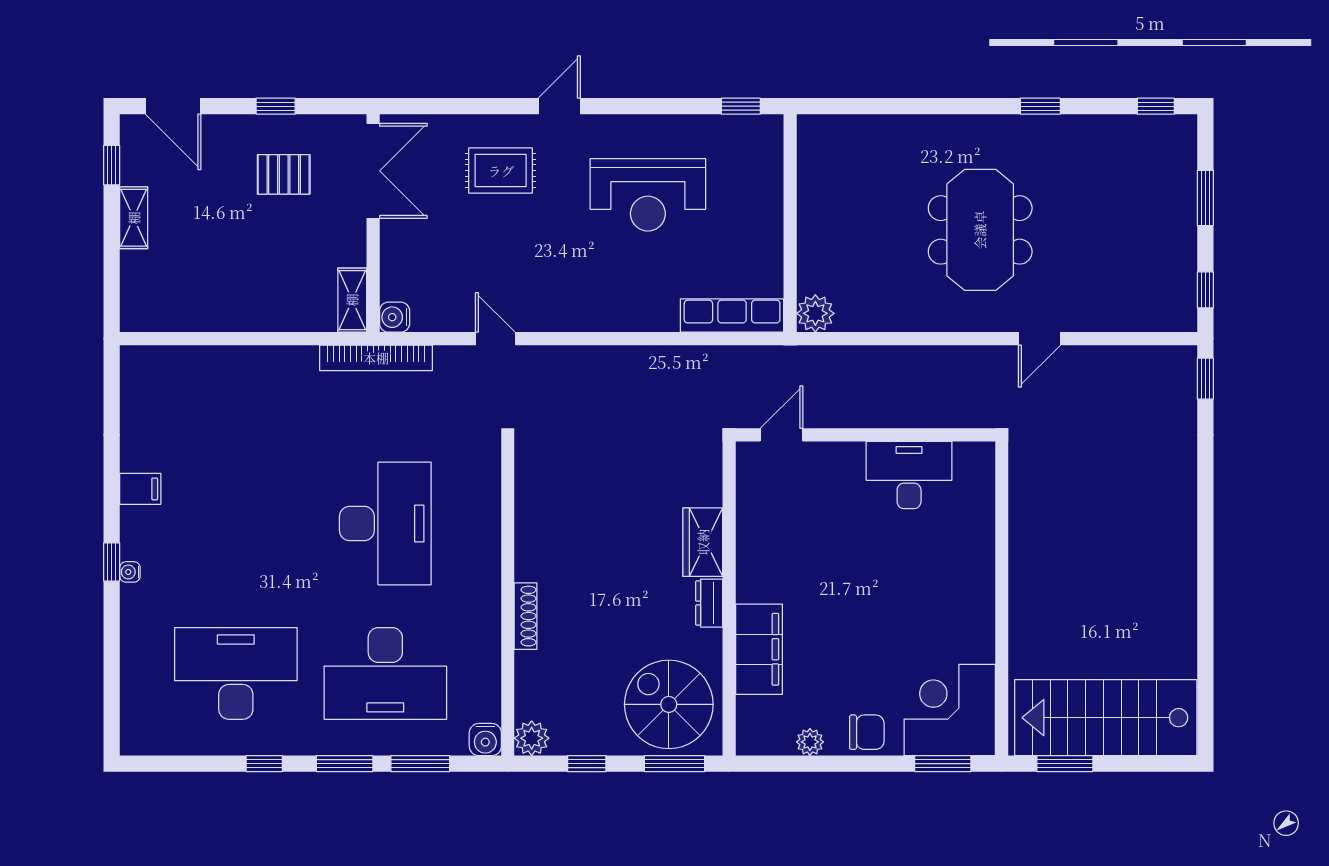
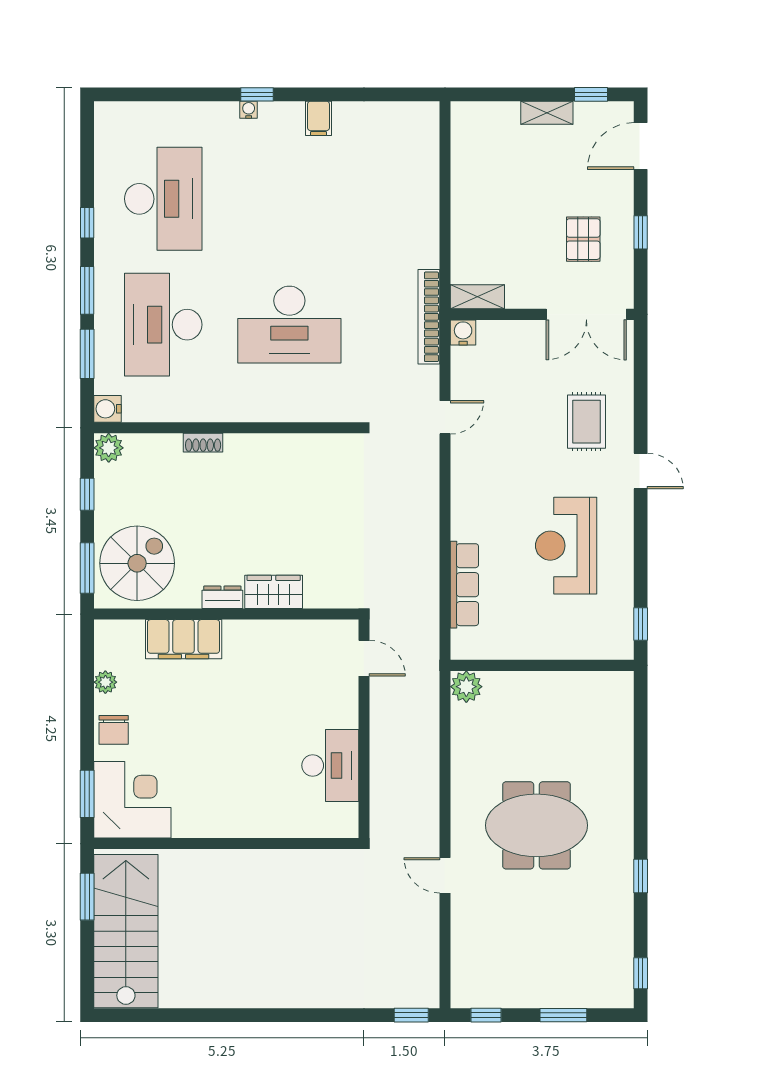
row of seats: (732, 316) -> (464, 585), moved
shoe rack: (526, 616) -> (203, 443), width x0.70

